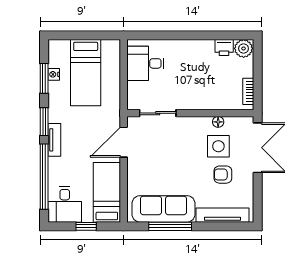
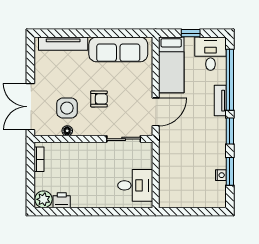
bed: (86, 73) -> (191, 177), removed
tv unit: (54, 140) -> (220, 101), moved
armchair: (223, 175) -> (99, 99), moved
window: (170, 226) -> (112, 33), removed

